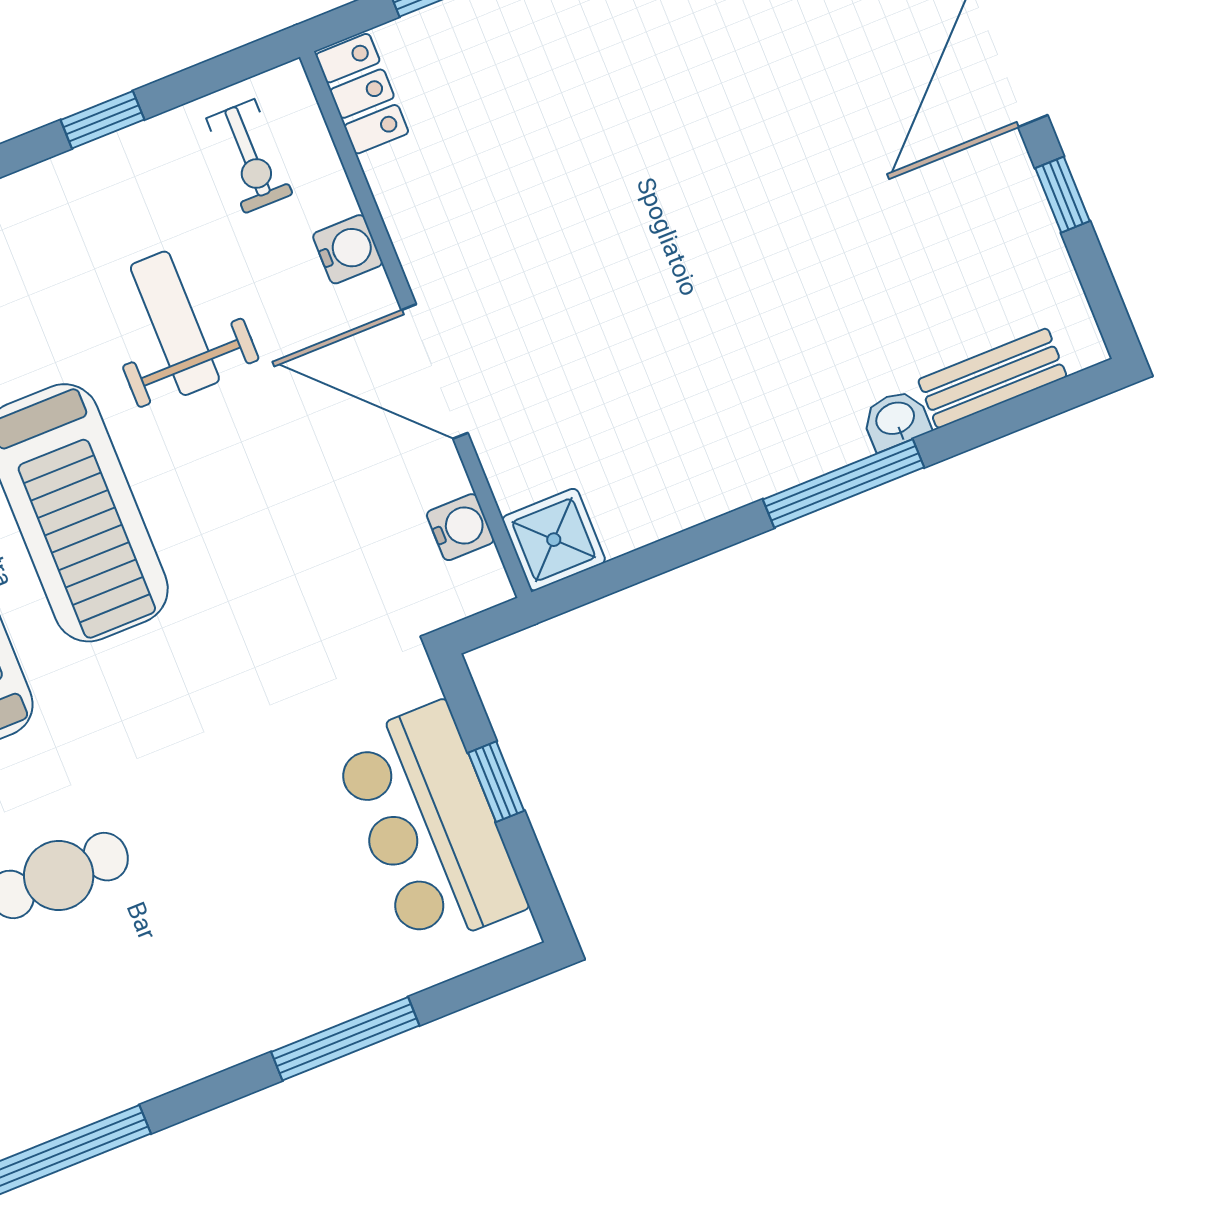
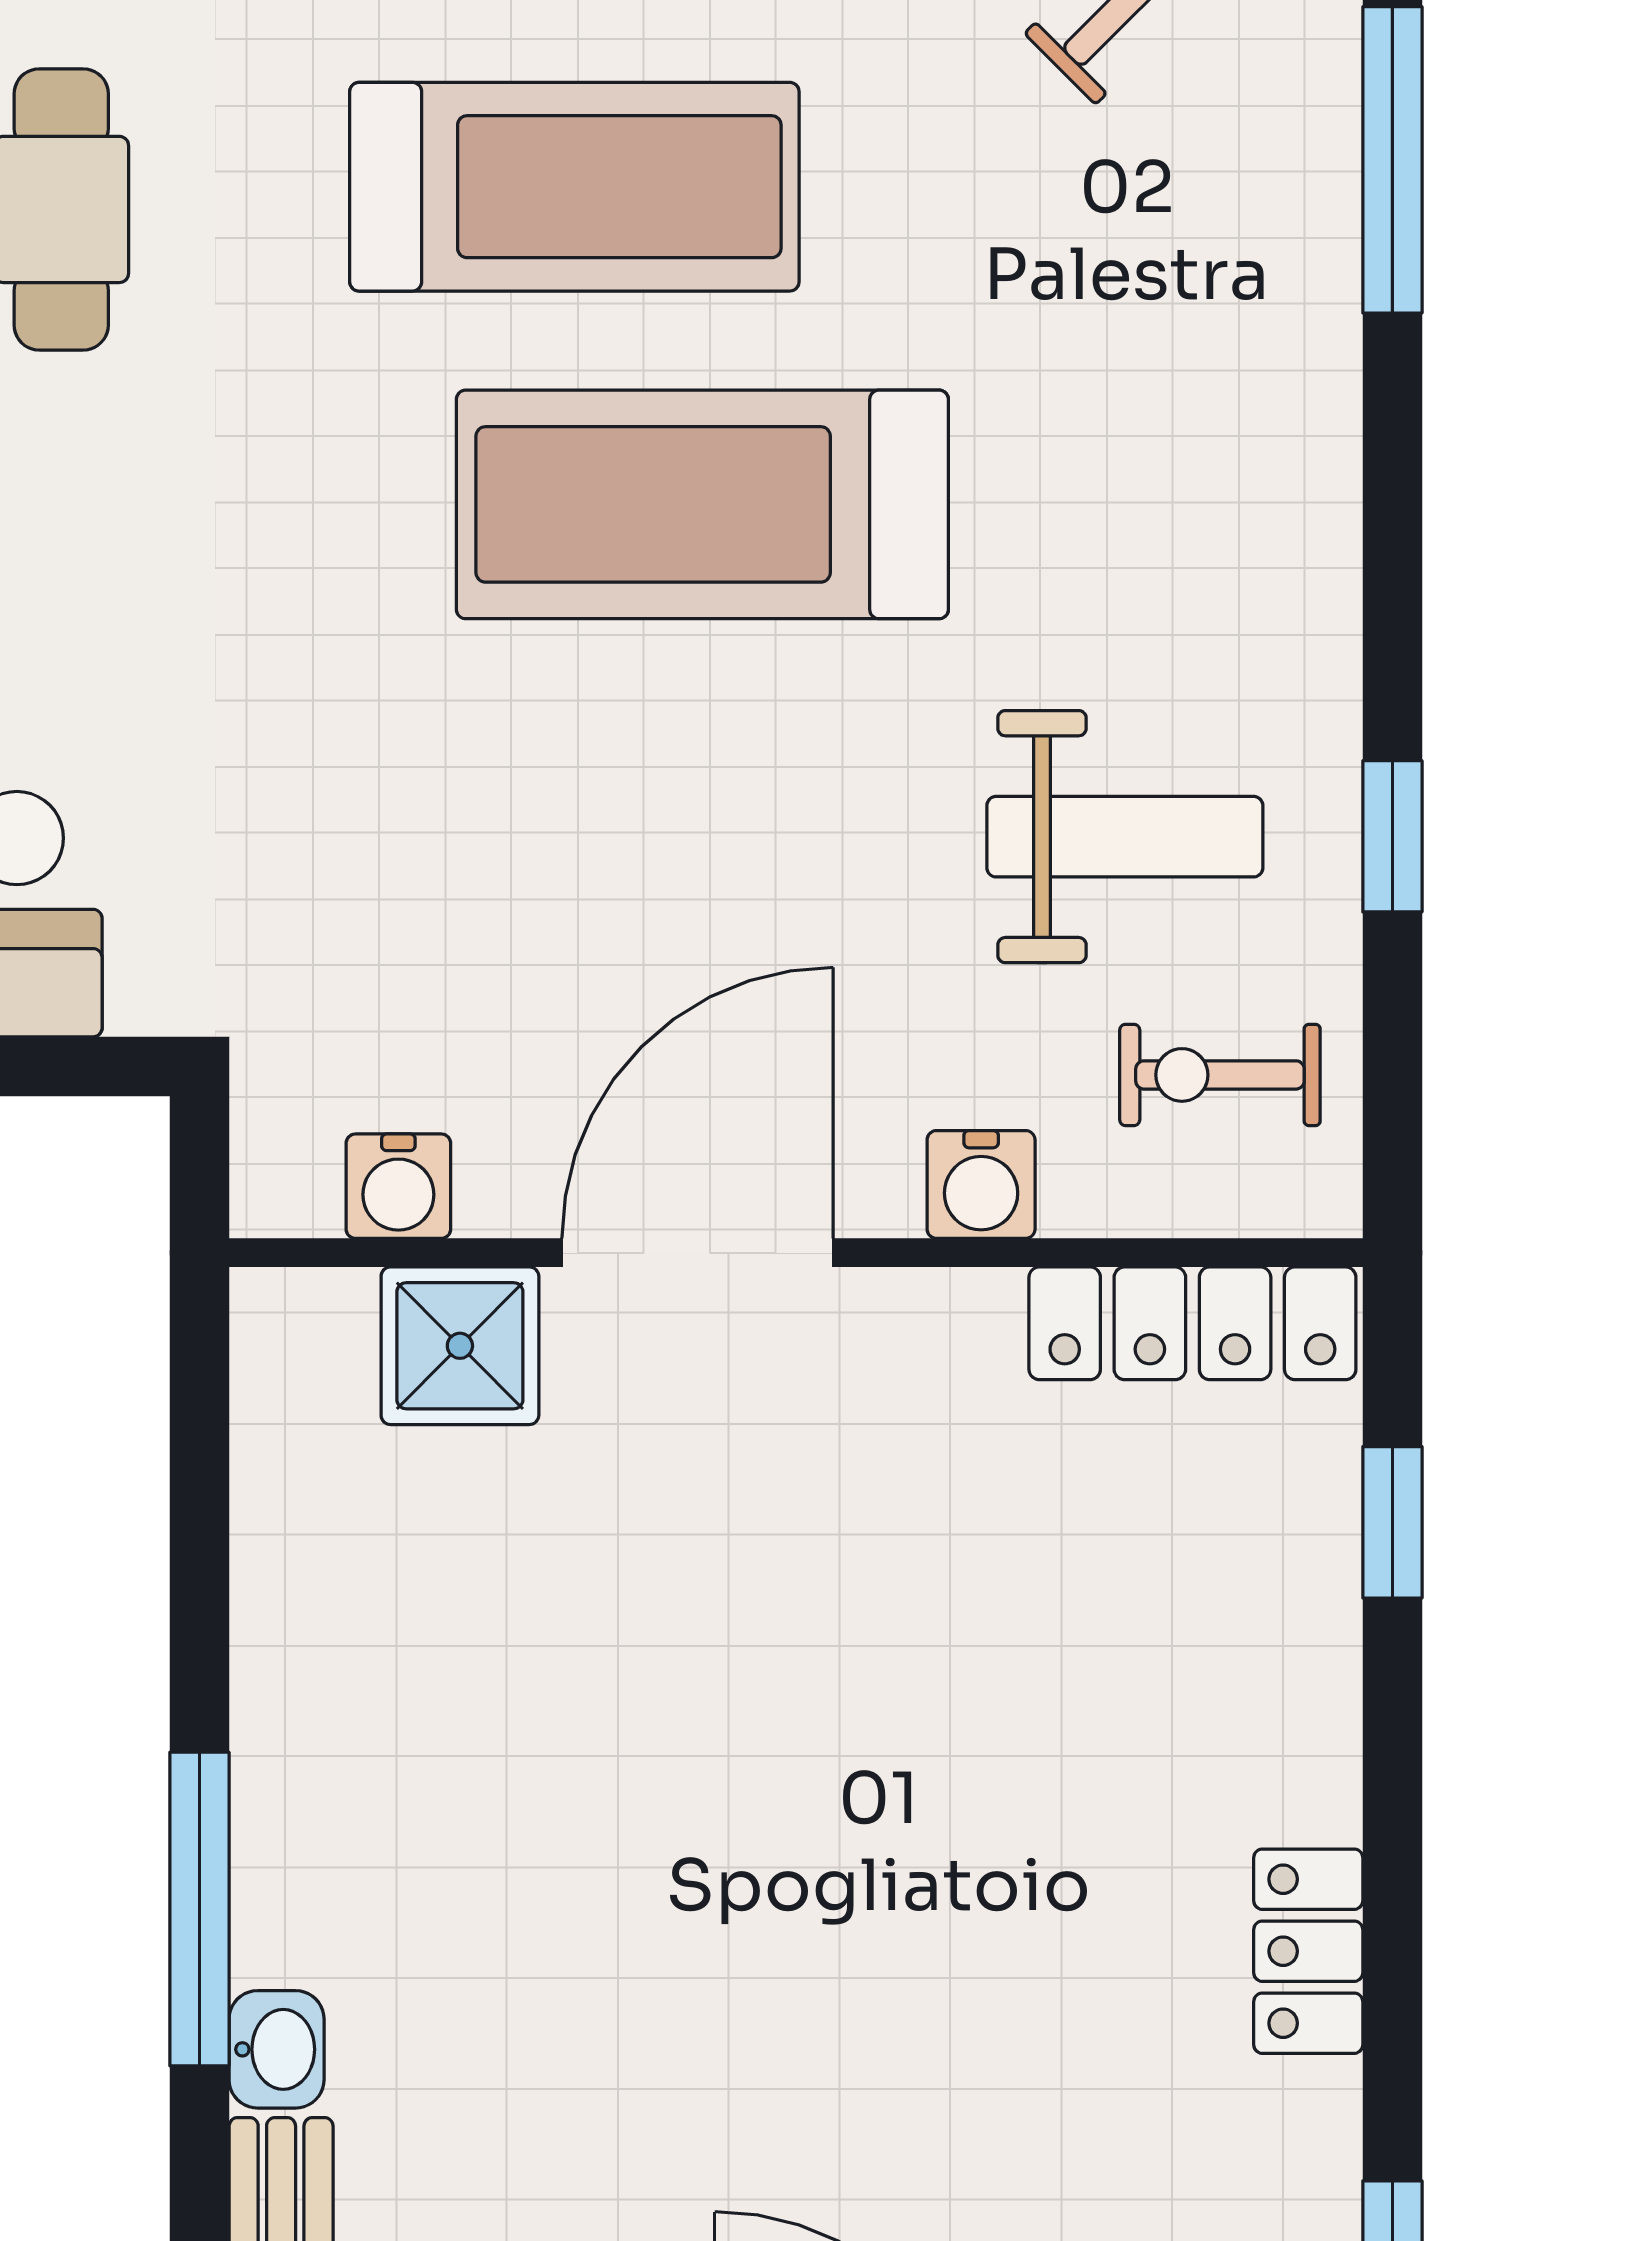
locker: (362, 94) -> (1192, 1323), width x1.53
weight bench: (175, 323) -> (1125, 837), moved
shower: (554, 540) -> (460, 1346), moved

